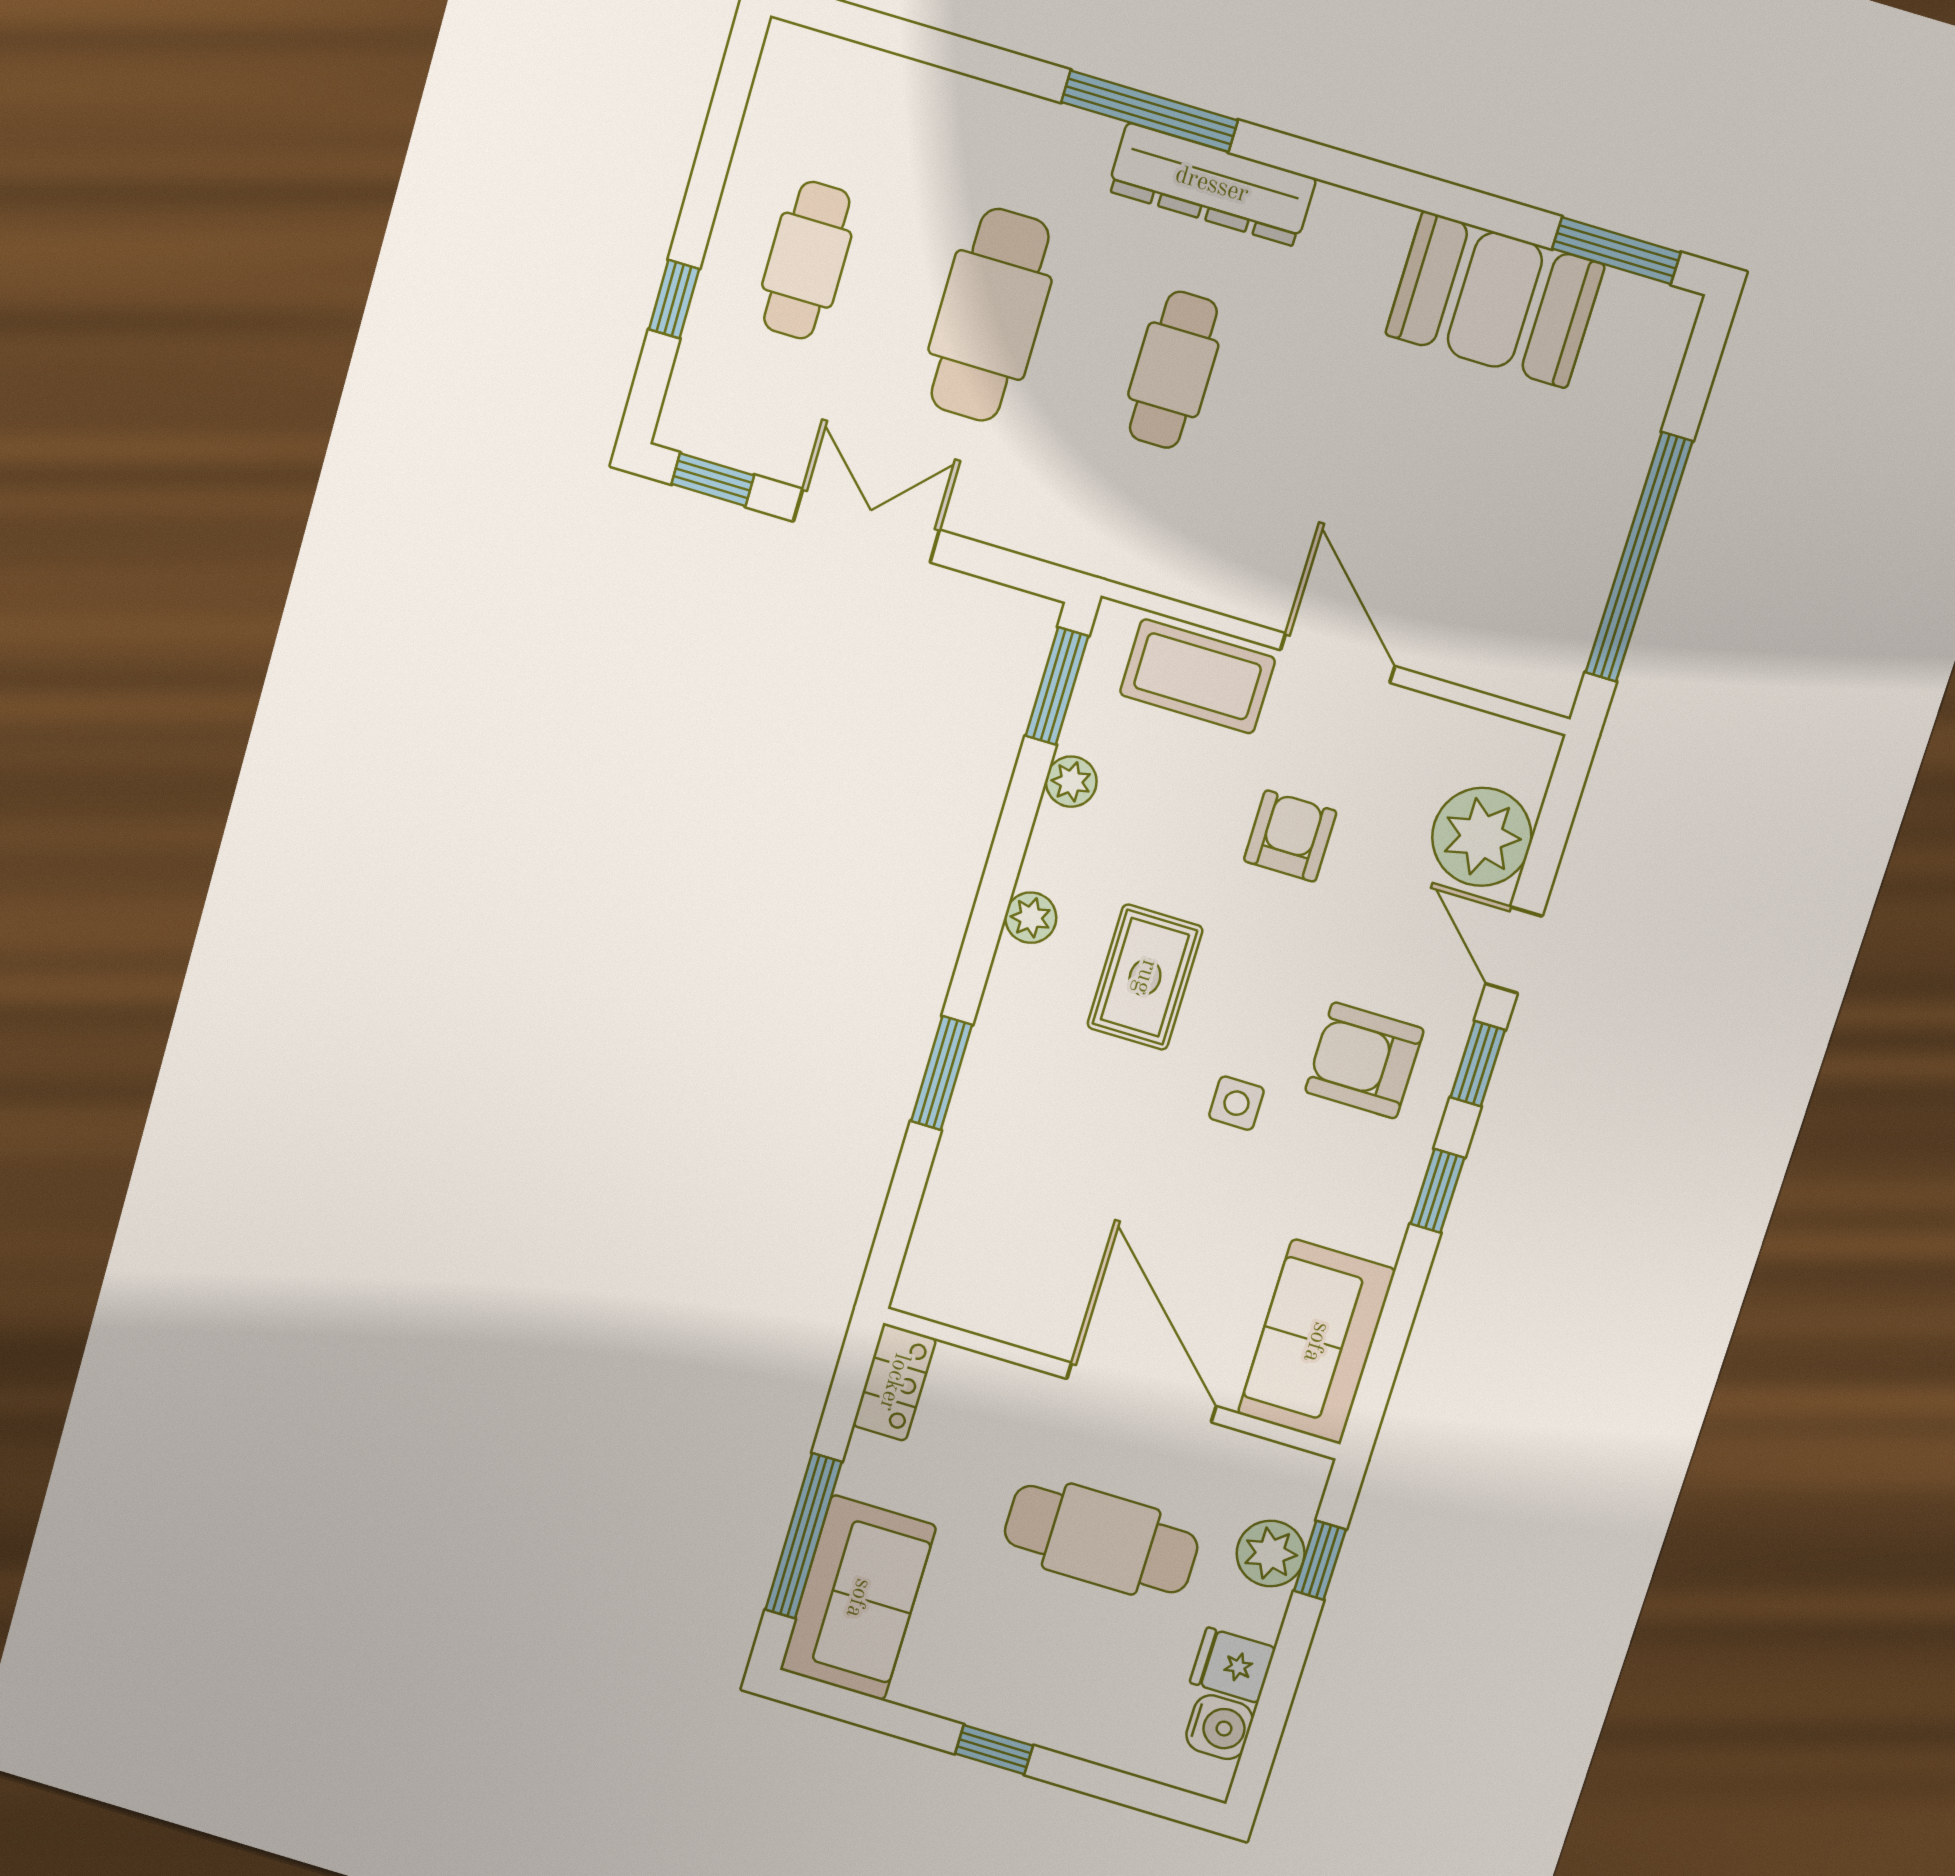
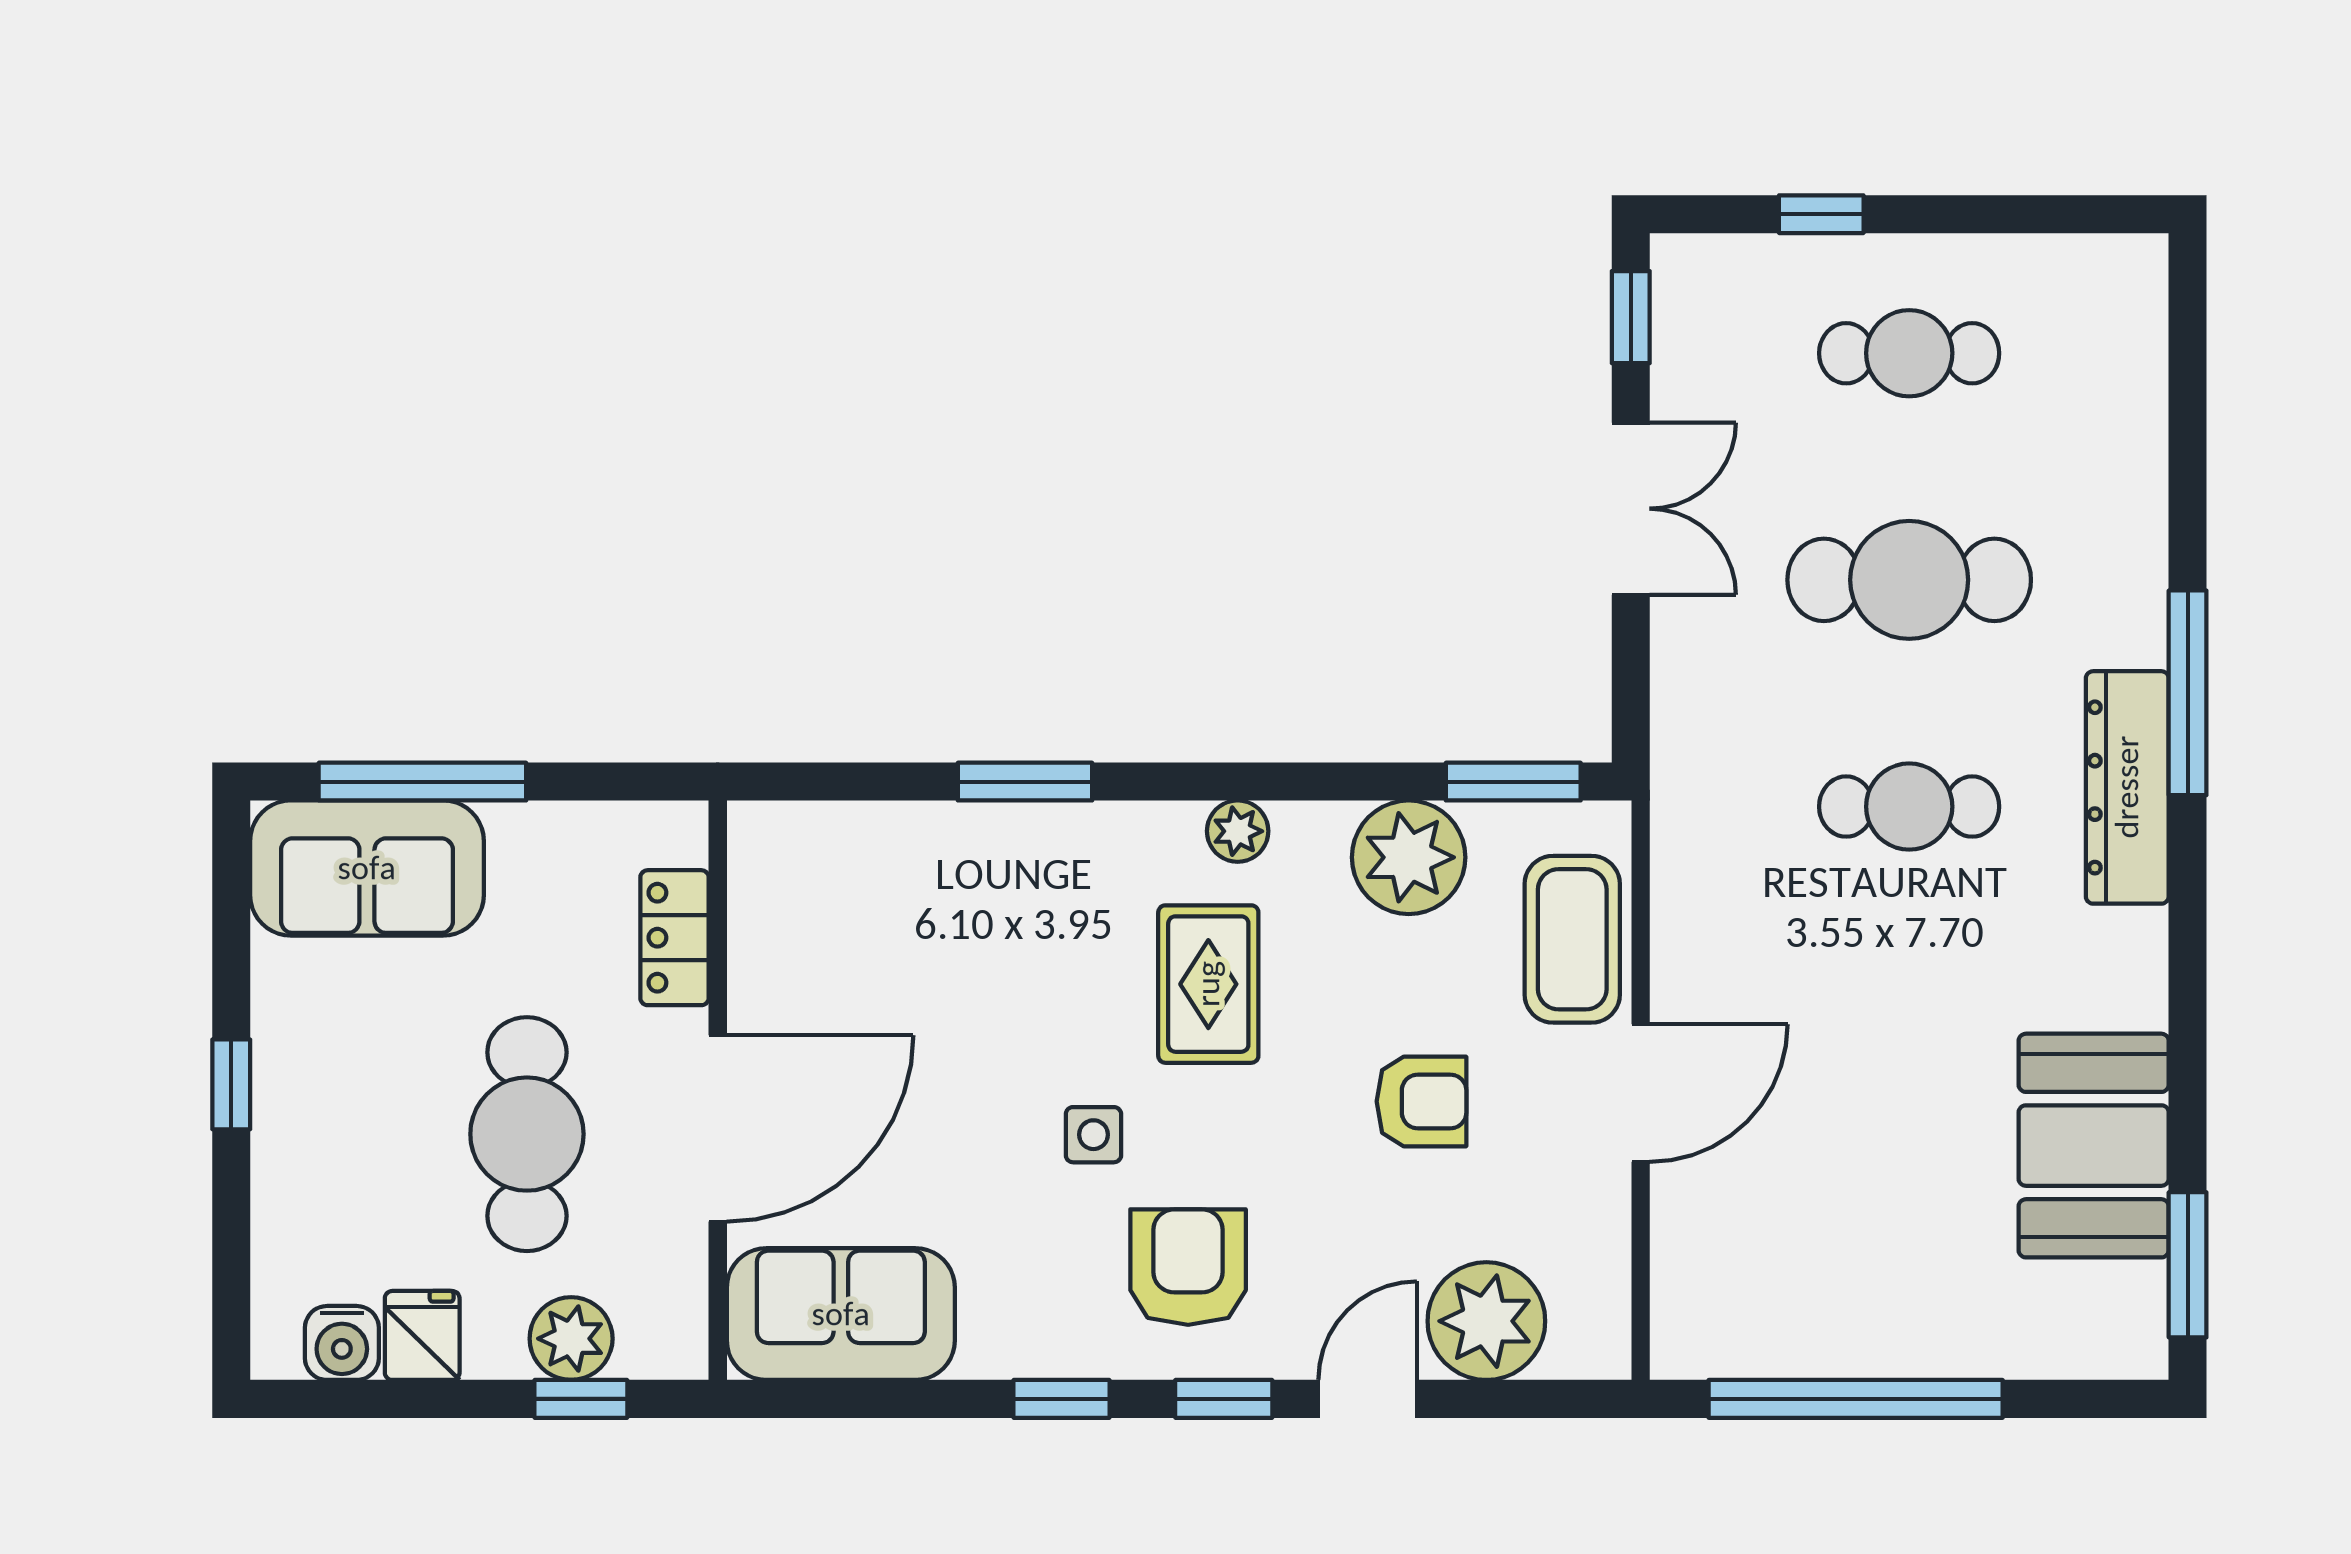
plant: (1071, 782) -> (1409, 857), width x1.88, depth x1.88
rug: (1145, 977) -> (1208, 984), turned 90
locker: (894, 1382) -> (674, 938), moved, turned 90

